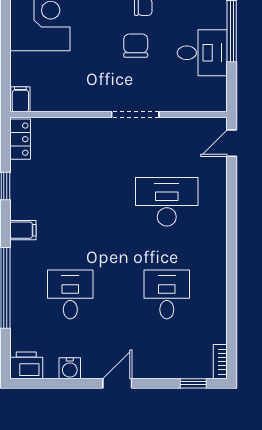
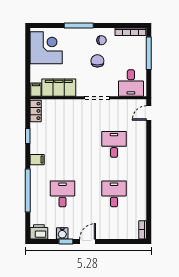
desk: (202, 53) -> (131, 83), moved, turned 90
filing cabinet: (63, 95) -> (59, 88), added
desk: (167, 202) -> (114, 144), width x0.73
window: (193, 383) -> (66, 241), moved

